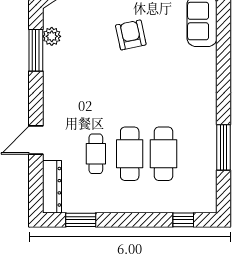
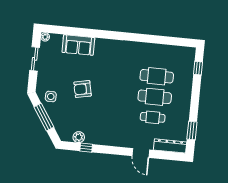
window: (36, 50) -> (86, 148), width x0.46
window: (223, 147) -> (156, 39), removed

